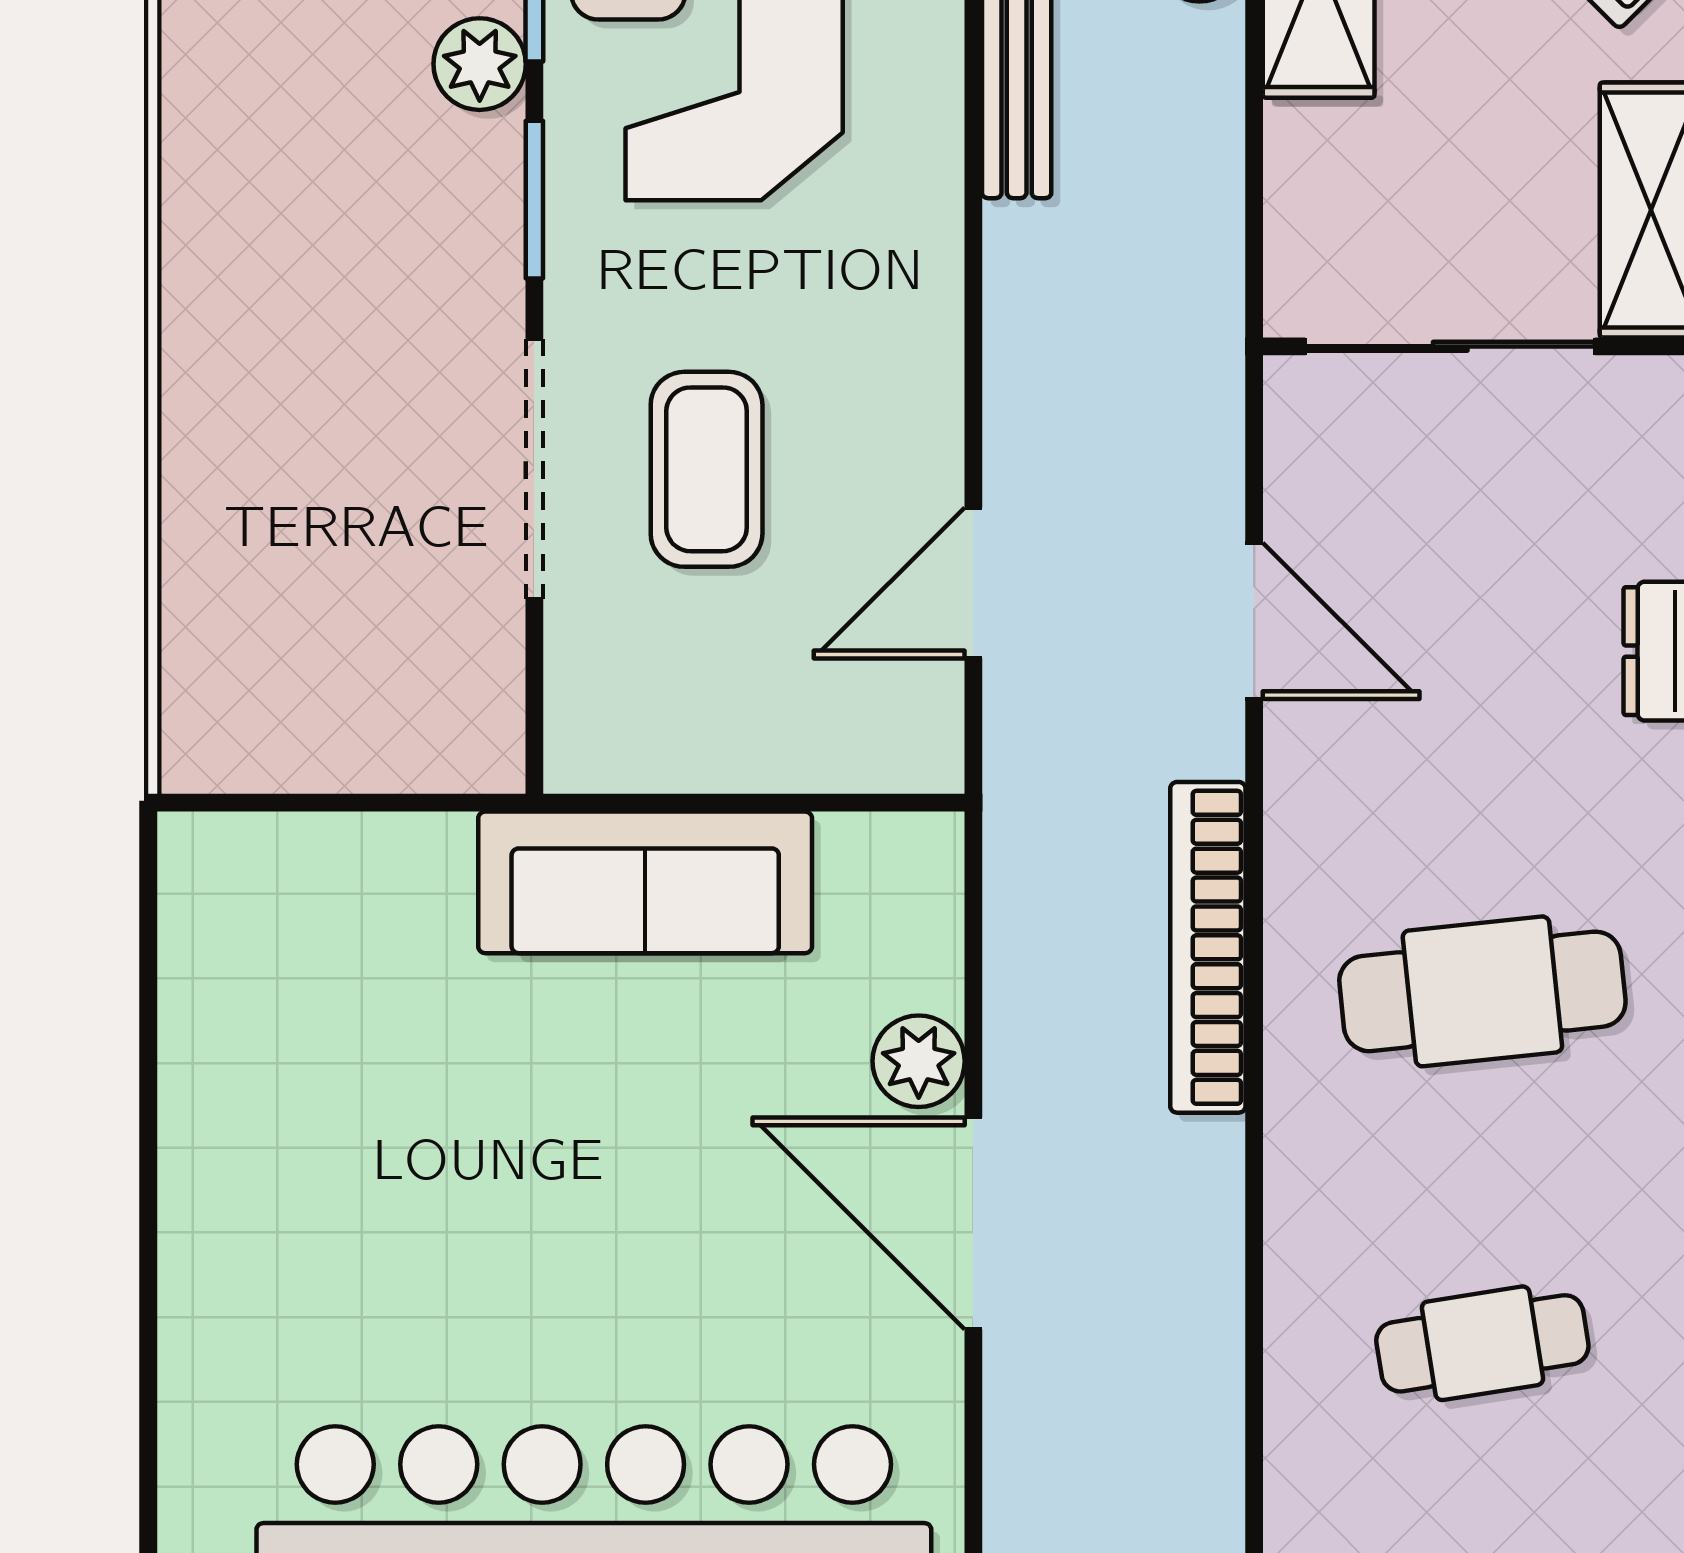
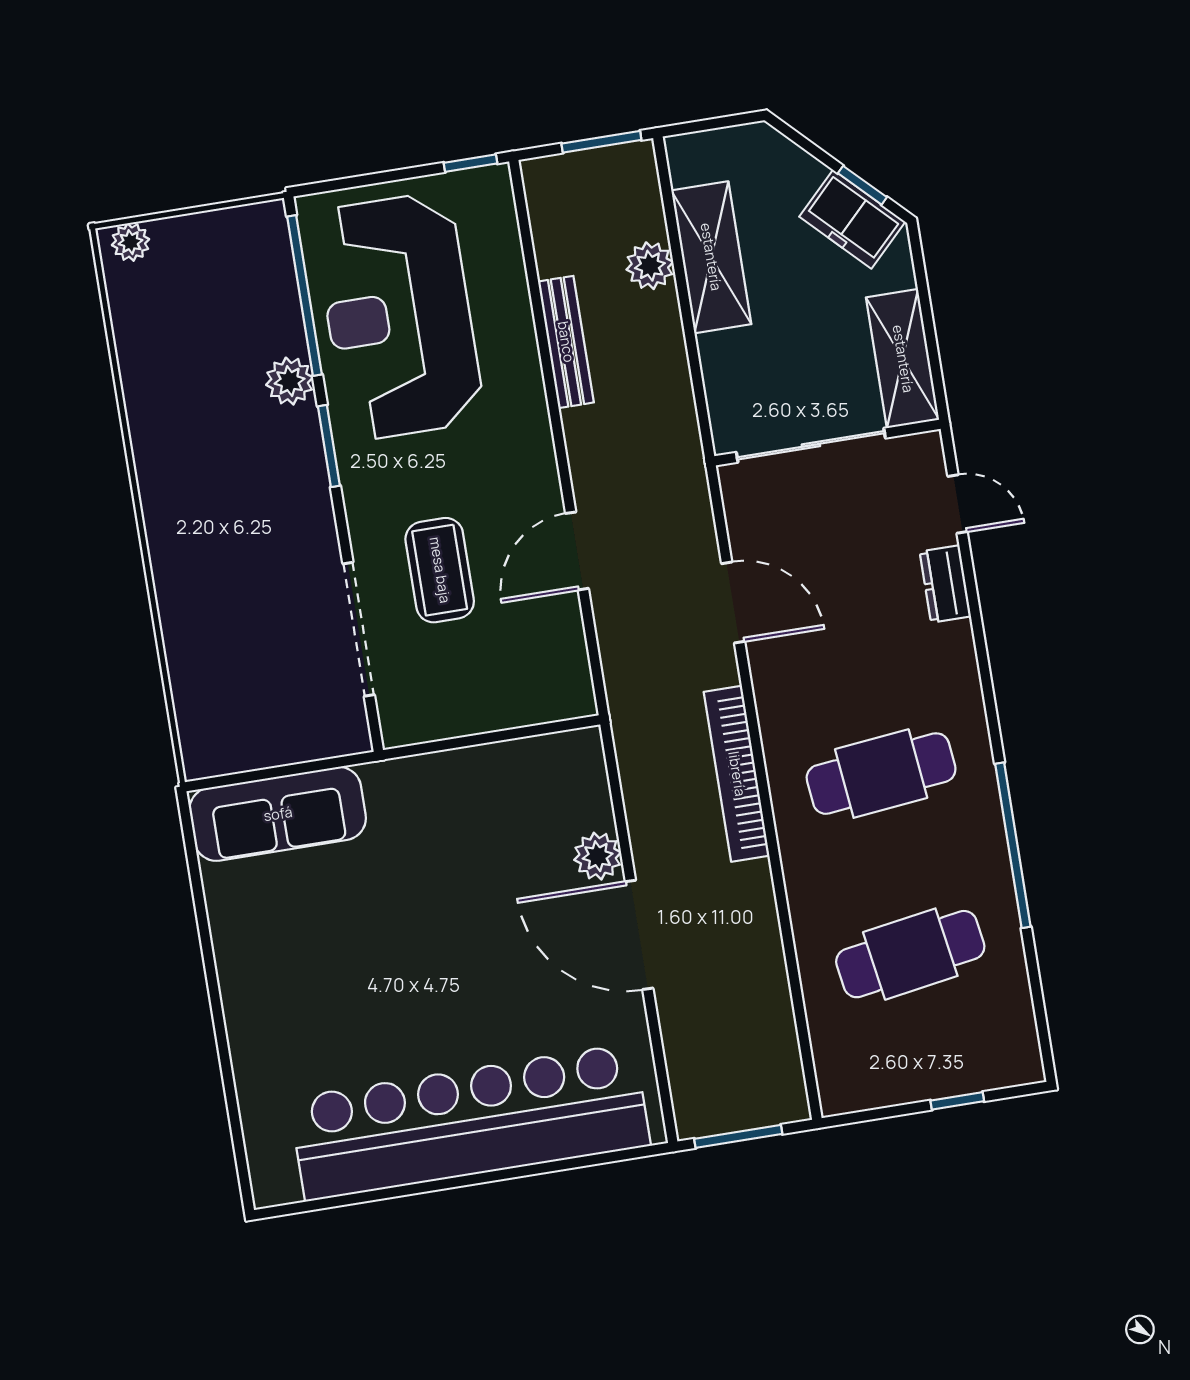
doorway: (534, 469) -> (359, 629), moved
door: (973, 583) -> (577, 551), moved
sofa: (645, 882) -> (278, 814), moved
cafe table: (1482, 1343) -> (910, 954), width x1.37, depth x1.35

